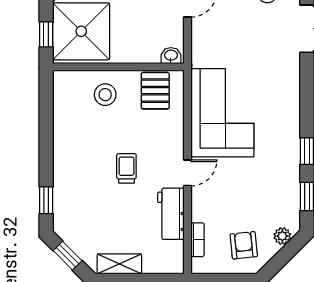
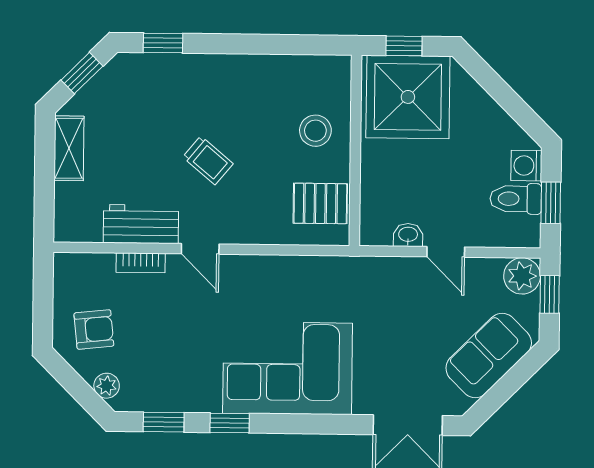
washbasin: (171, 56) -> (408, 235), moved, turned -90
corner sofa: (222, 113) -> (288, 368), moved, turned 180
trolley: (126, 168) -> (208, 160), turned 40
bookcase: (197, 240) -> (141, 263), moved

